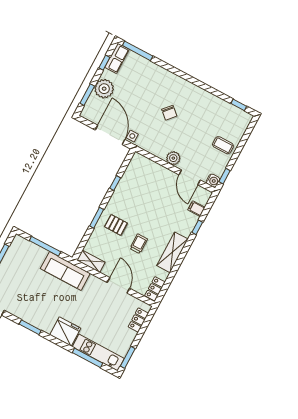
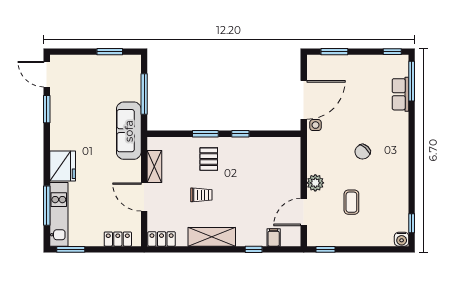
row of seats: (117, 58) -> (400, 94), moved, turned 90
window: (104, 63) -> (392, 52), moved
plant: (104, 89) -> (351, 67), removed
coffee table: (223, 145) -> (351, 202), moved
water cooler: (213, 181) -> (402, 239), moved
window: (115, 183) -> (240, 134), moved
shelving: (91, 261) -> (154, 167), moved
door: (118, 285) -> (144, 197), swing flipped
window: (30, 327) -> (47, 109), moved

